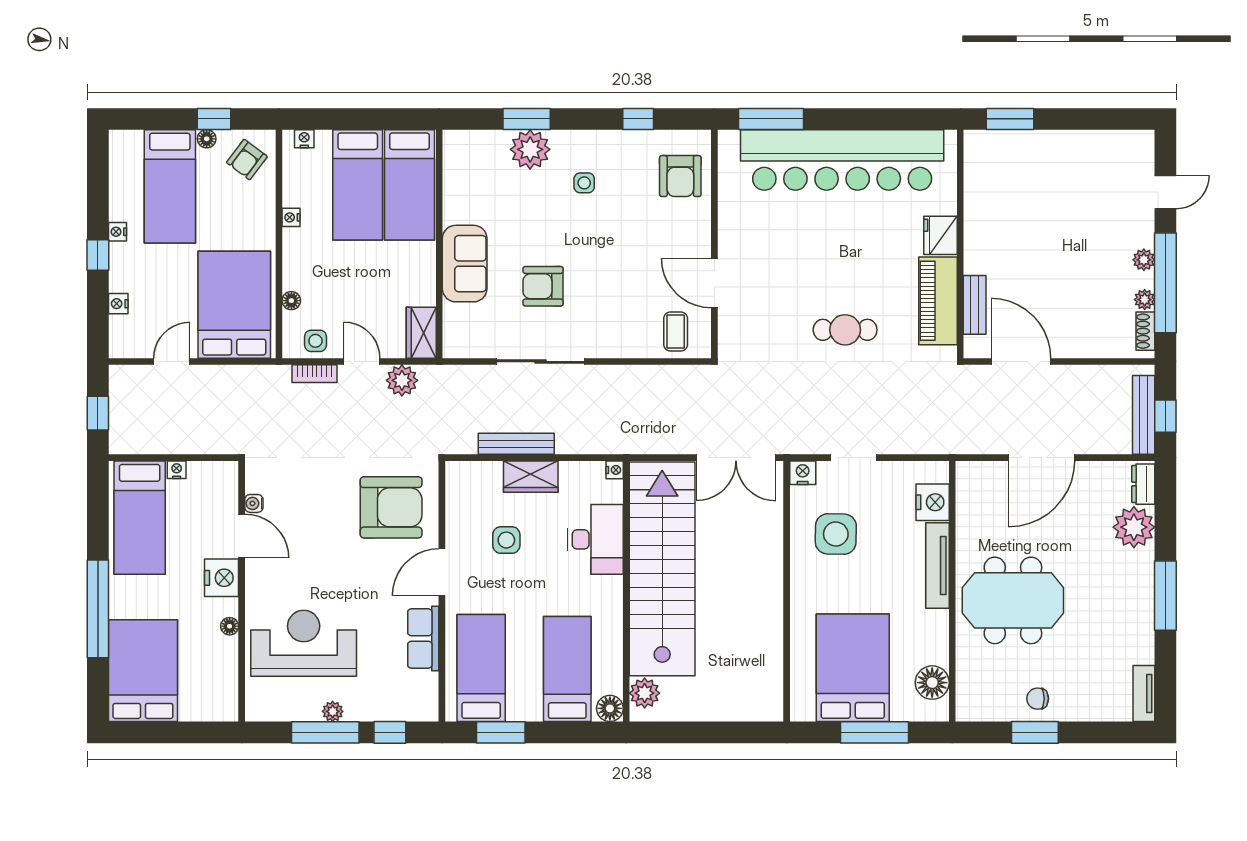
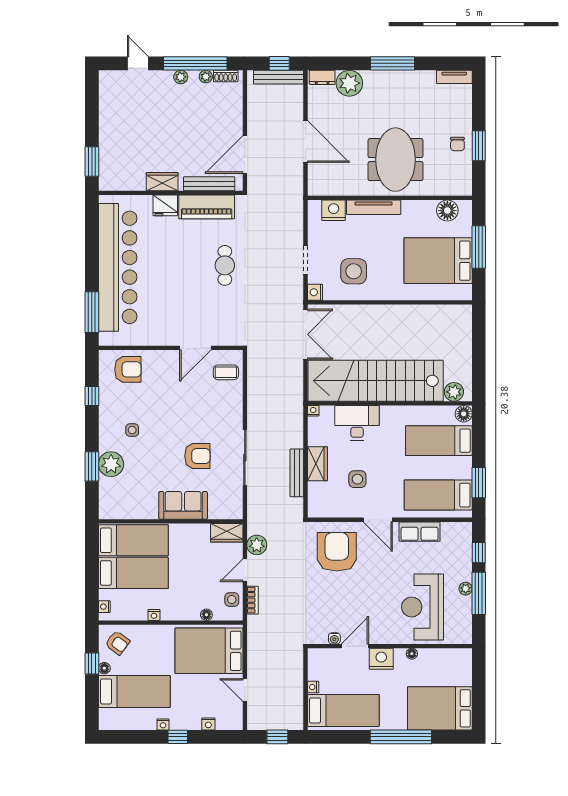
wardrobe: (978, 231) -> (162, 182), added
armchair: (543, 286) -> (197, 456), turned -90
bench: (975, 305) -> (209, 184), width x1.36

